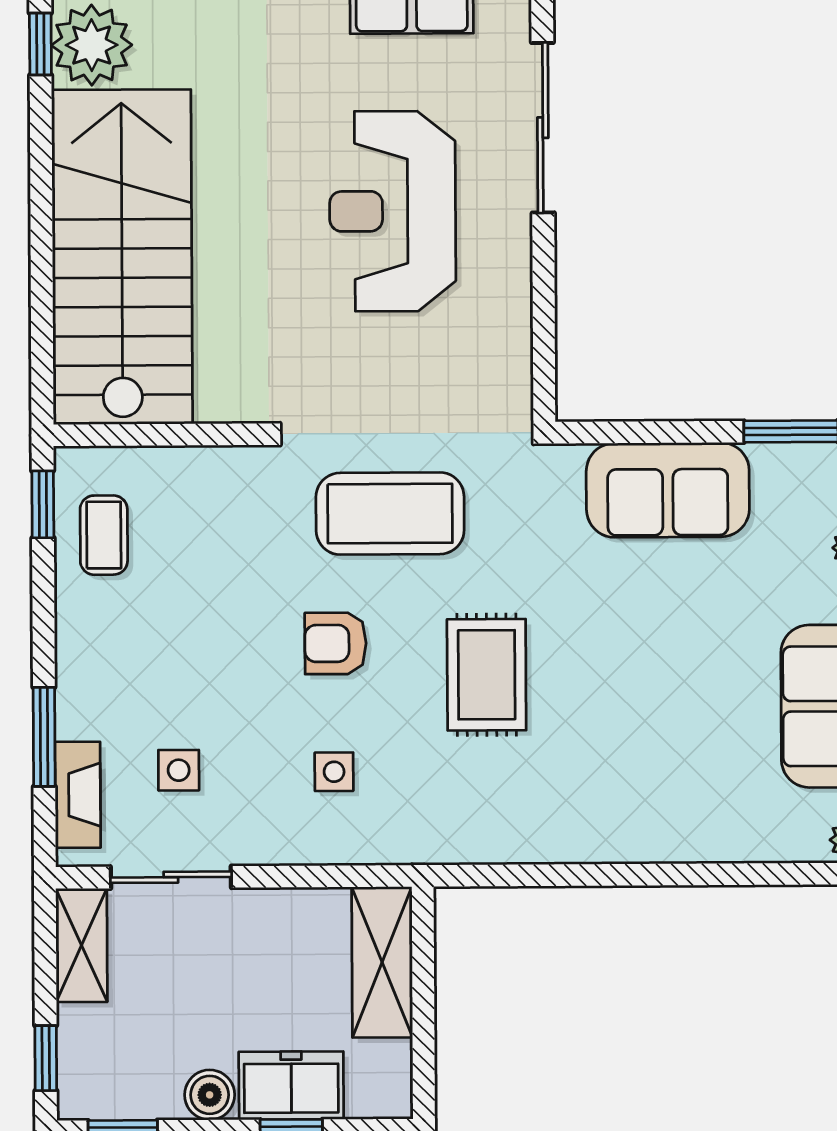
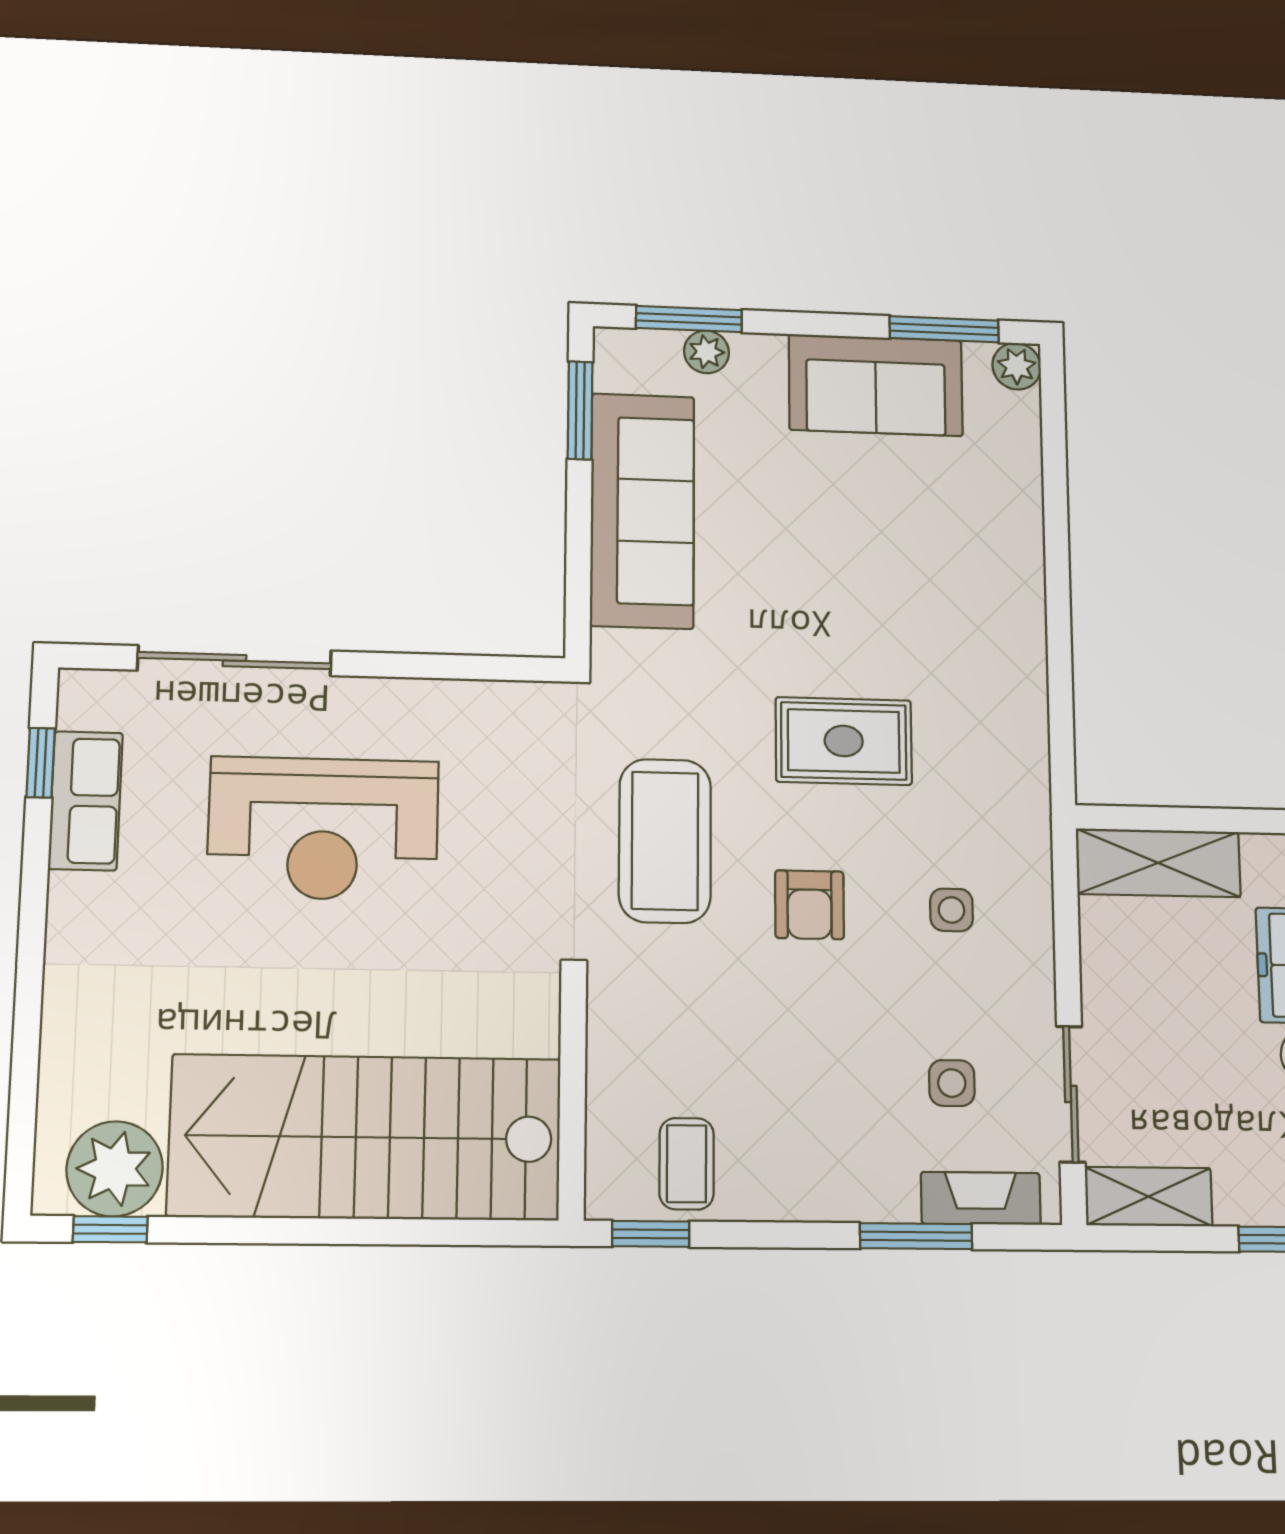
sofa: (668, 490) -> (642, 510), width x1.36
coffee table: (104, 535) -> (687, 1164), turned 90

